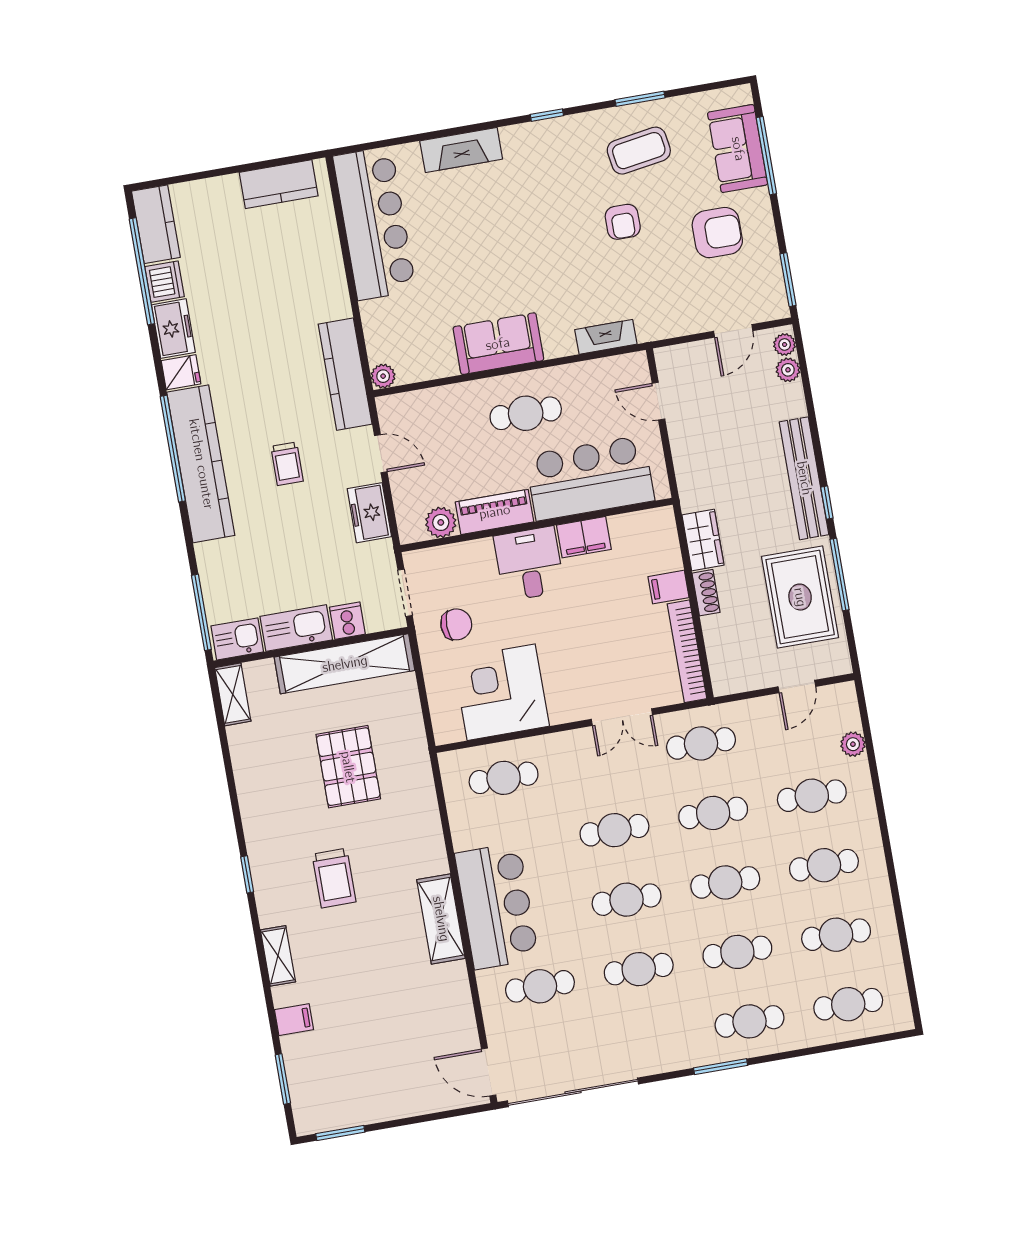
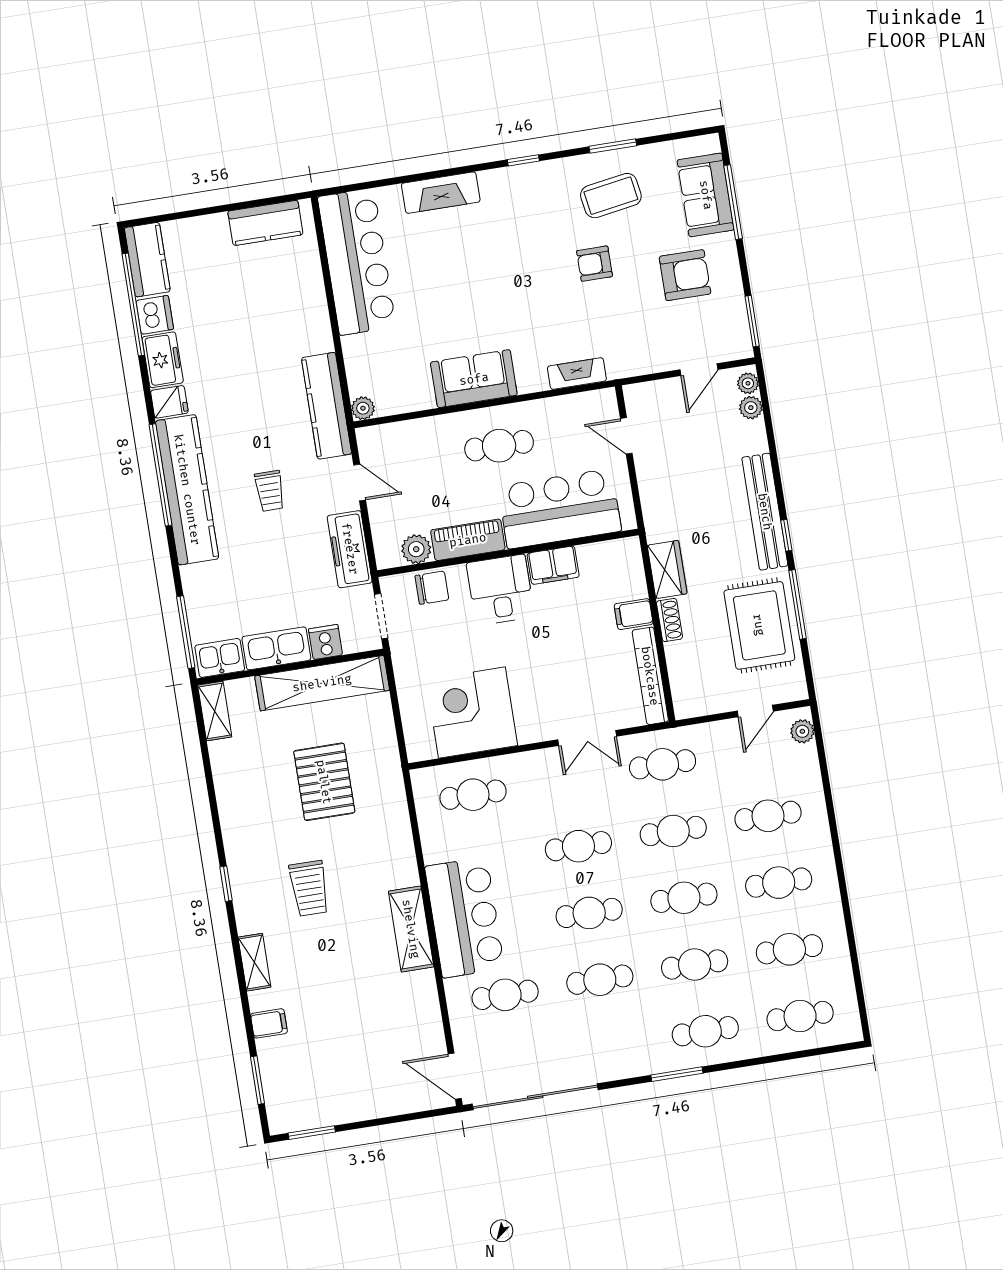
armchair: (623, 222) -> (594, 264), turned 90
freezer: (369, 513) -> (350, 549), width x1.40
chair: (456, 624) -> (432, 588), moved
plant: (853, 744) -> (802, 731), moved

